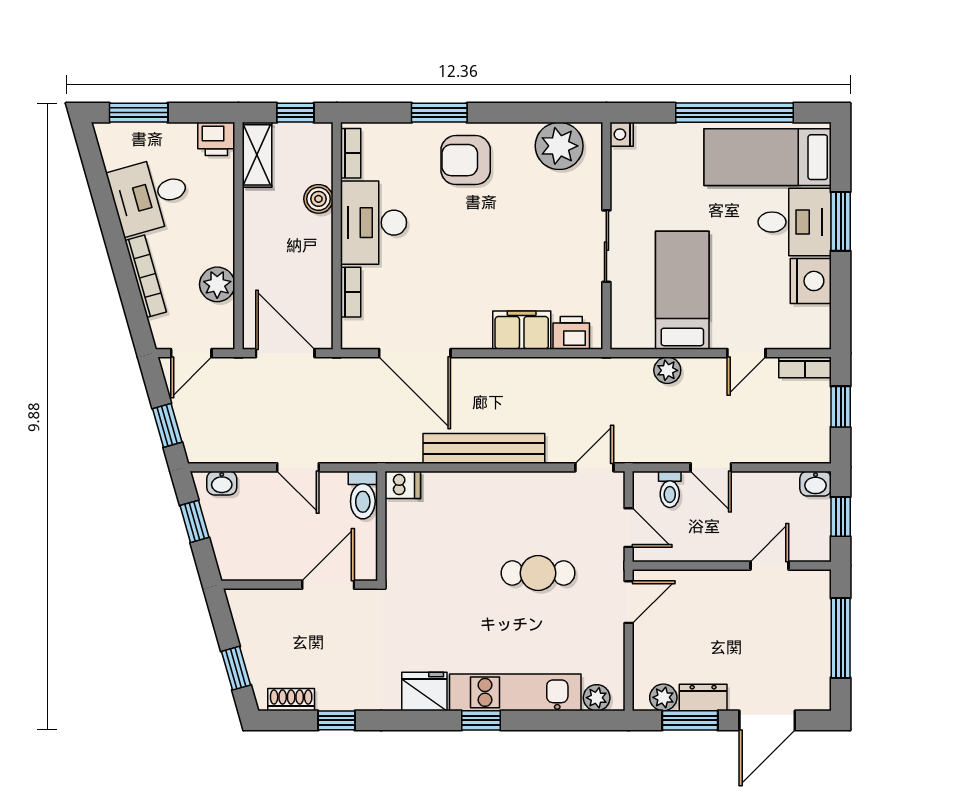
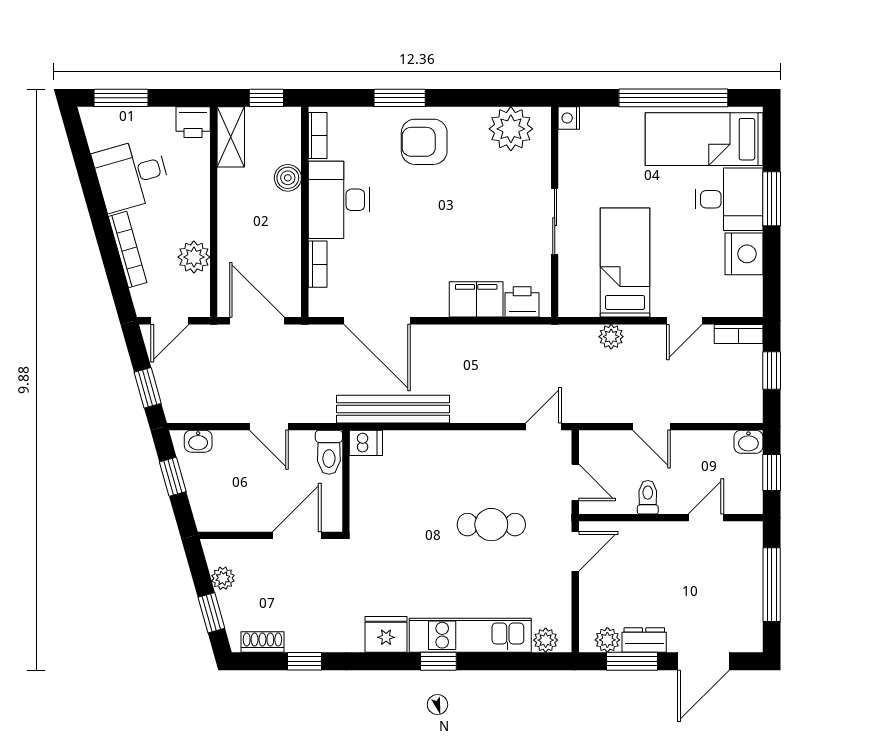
bench: (484, 448) -> (393, 409), moved
toilet: (670, 489) -> (648, 497), moved, turned 180
plant: (248, 631) -> (223, 578), added

